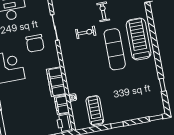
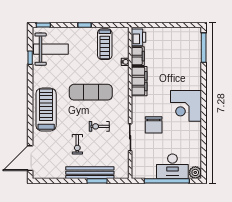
treadmill: (139, 39) -> (46, 110), turned 180
chair: (35, 43) -> (154, 125), turned 180
exercise mat: (115, 49) -> (91, 92), moved, turned 90
weight bench: (144, 97) -> (51, 49), added

